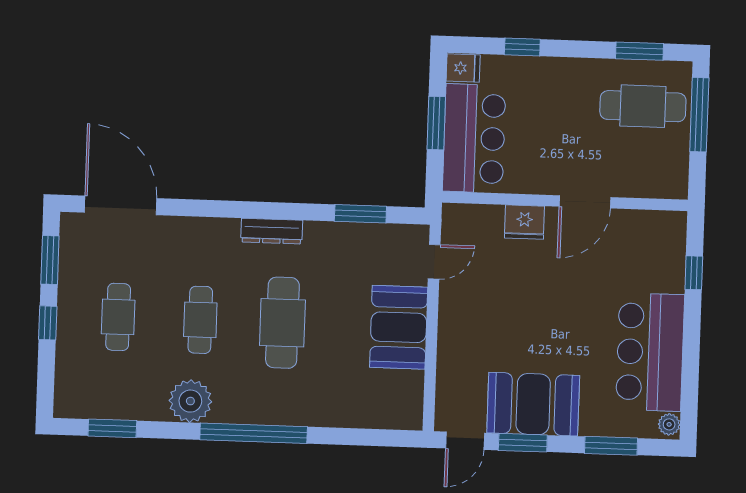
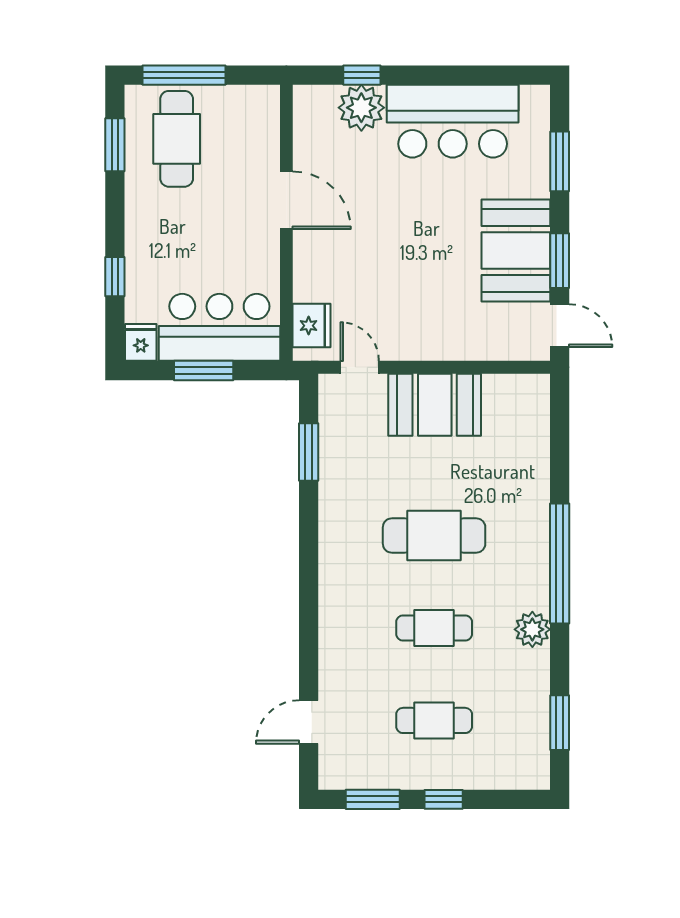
door: (121, 205) -> (309, 722), width x0.53
fridge: (524, 222) -> (312, 326), moved
dresser: (272, 231) -> (332, 551), removed
plant: (190, 401) -> (532, 629), width x0.73, depth x0.73
plant: (669, 424) -> (361, 108), moved, width x1.87, depth x1.87

